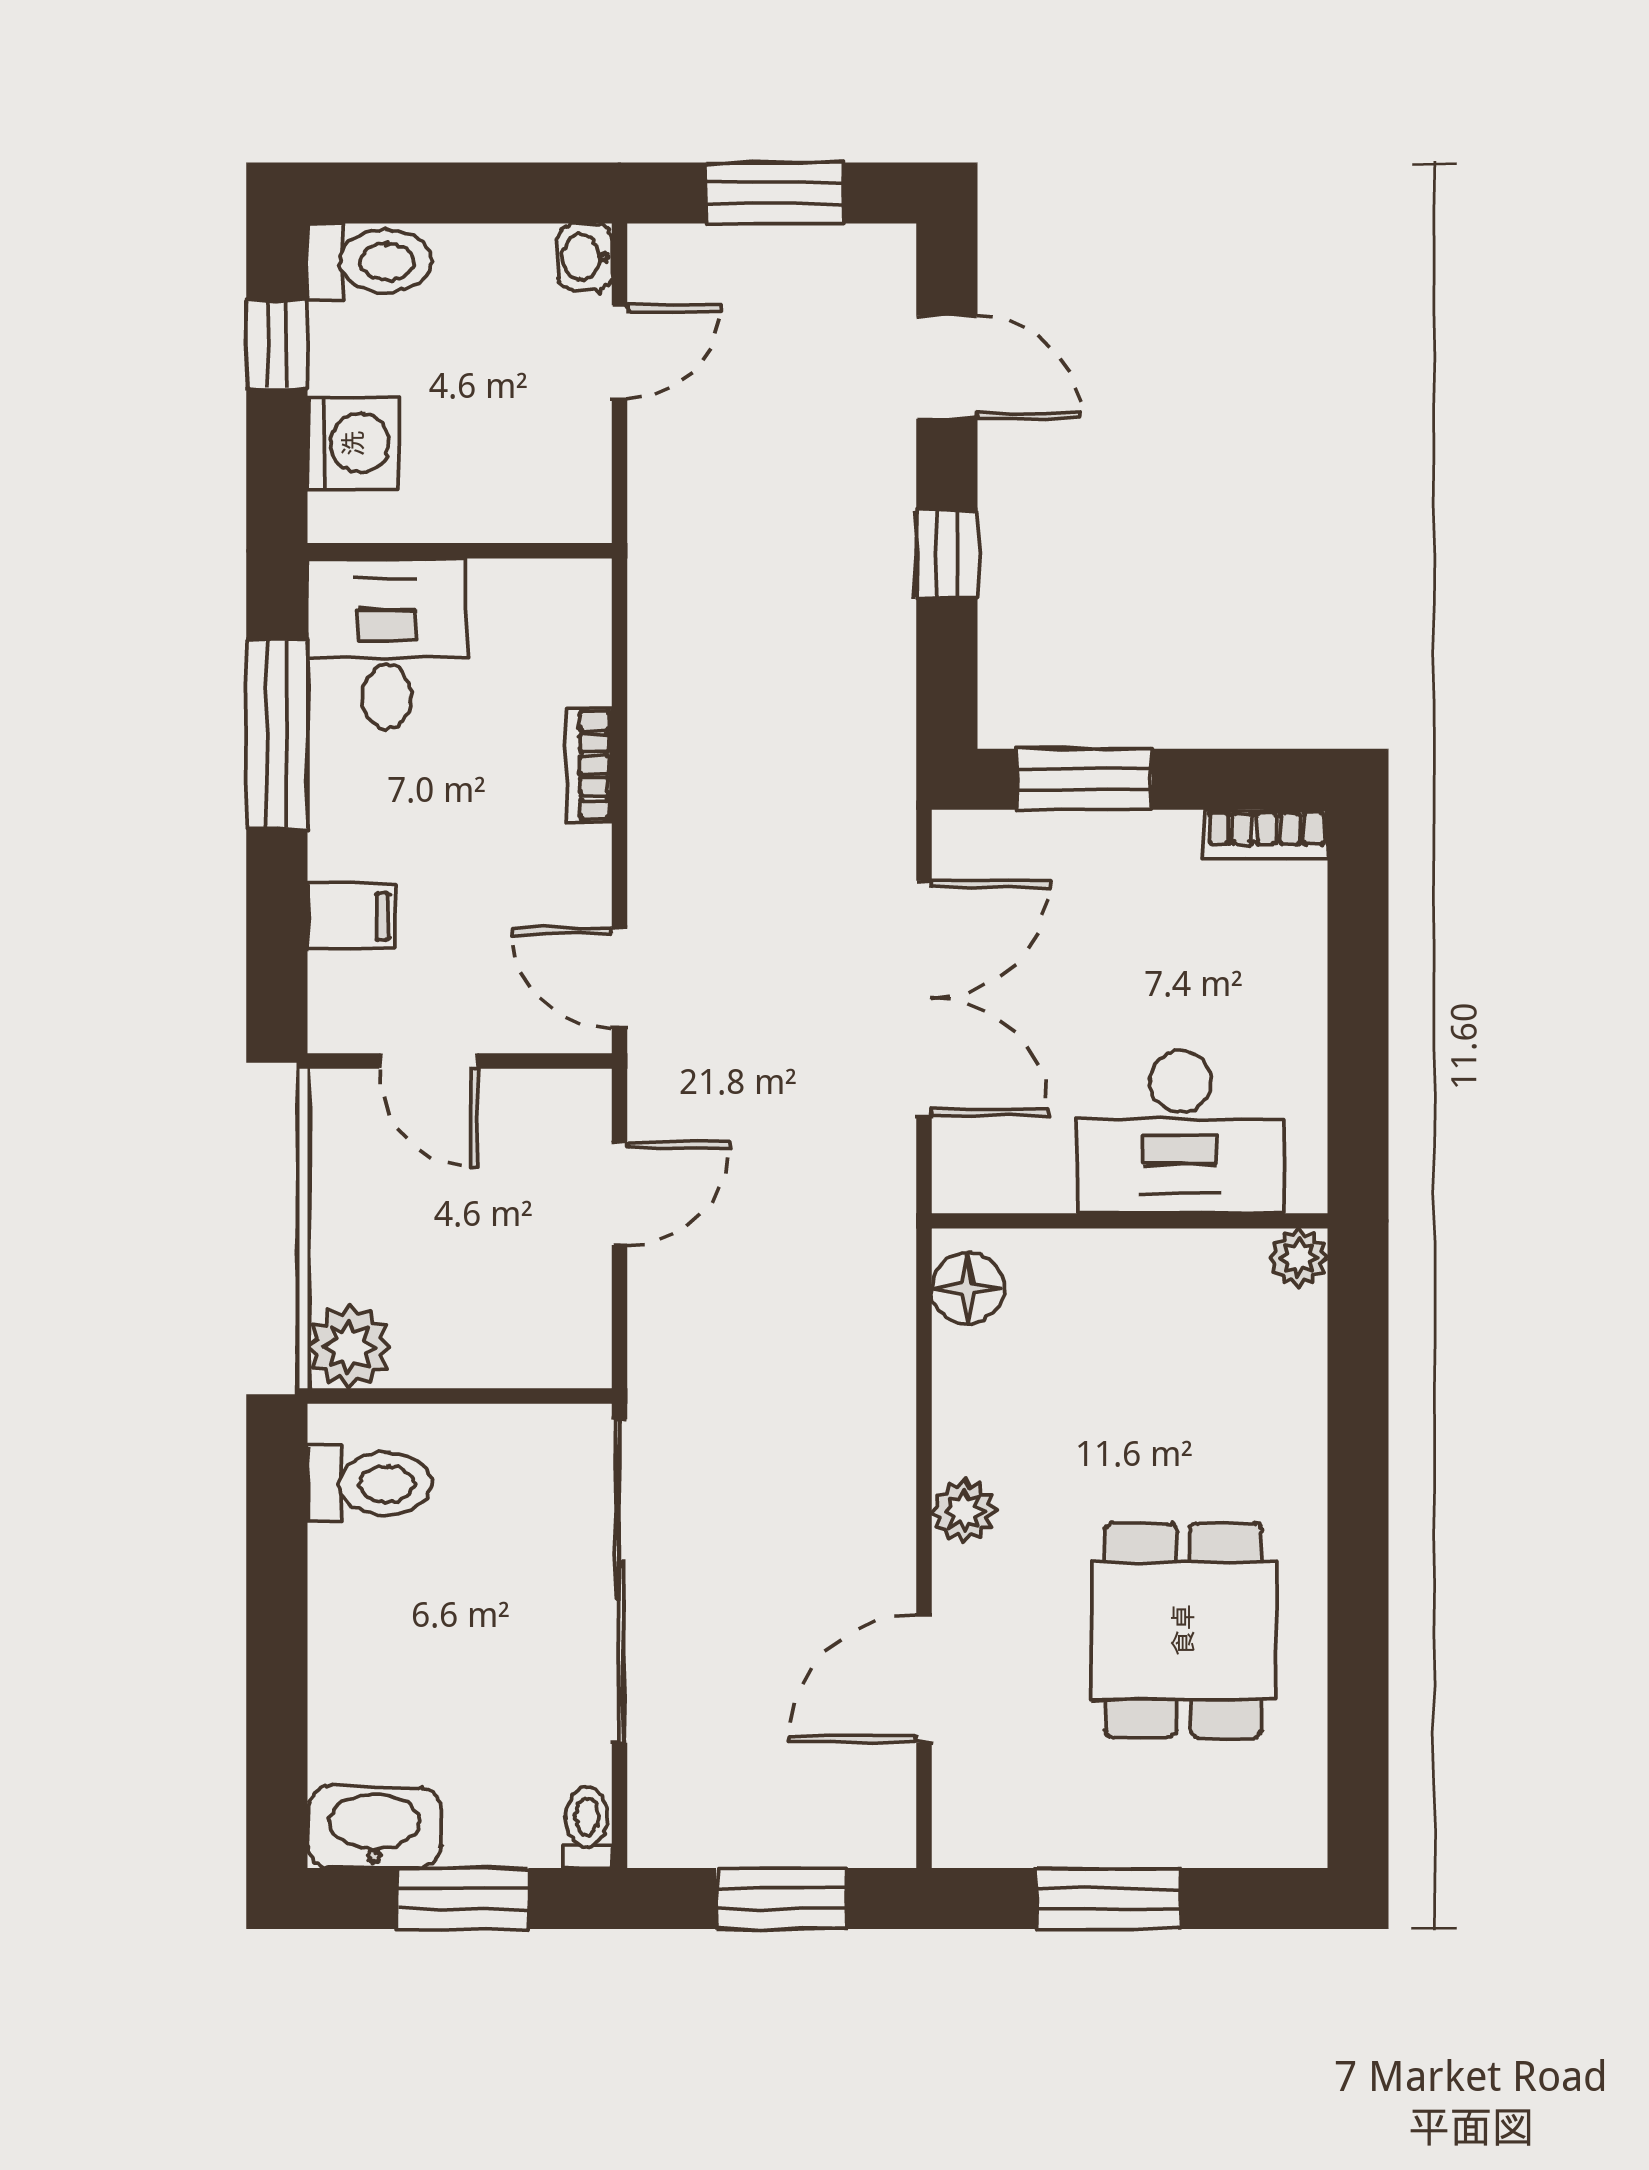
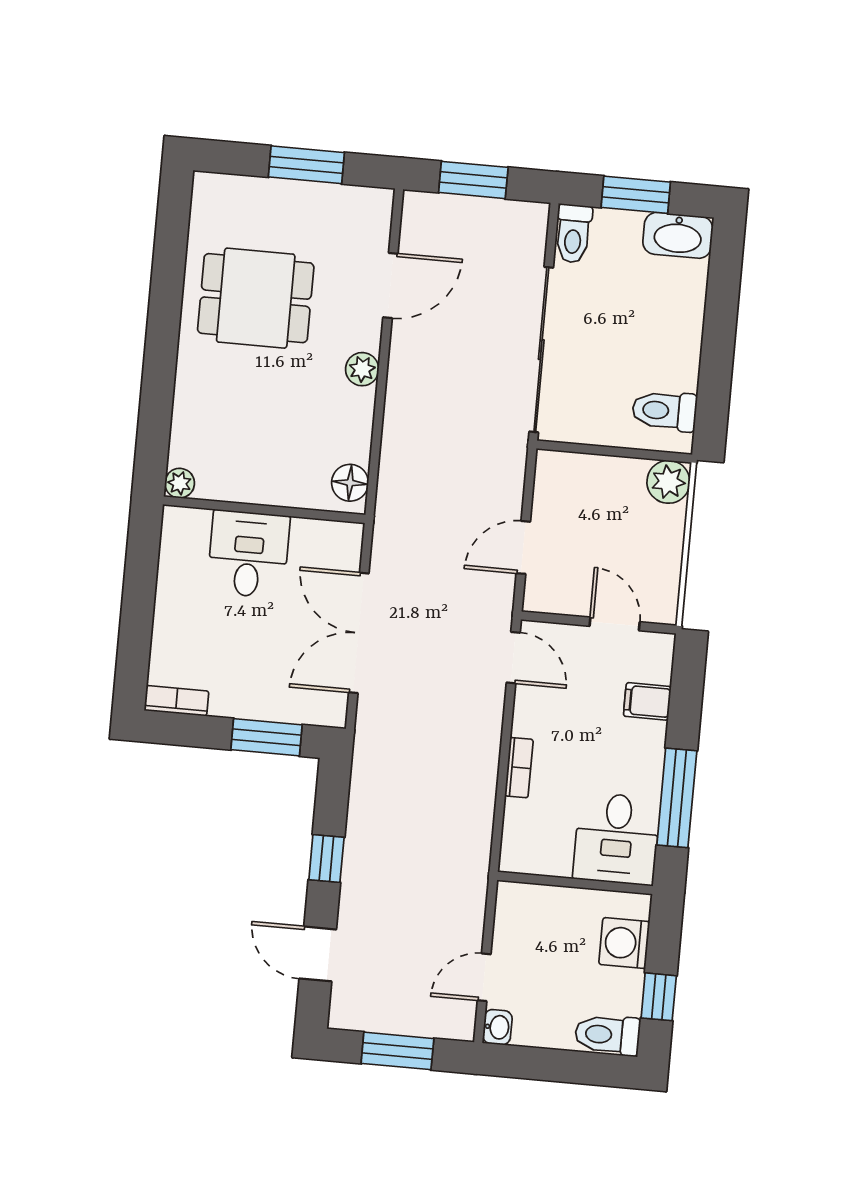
desk: (1180, 1132) -> (248, 554), width x0.73
dining table: (1183, 1630) -> (256, 298), turned 90
toilet: (587, 1828) -> (573, 234), width x1.37, depth x1.39

